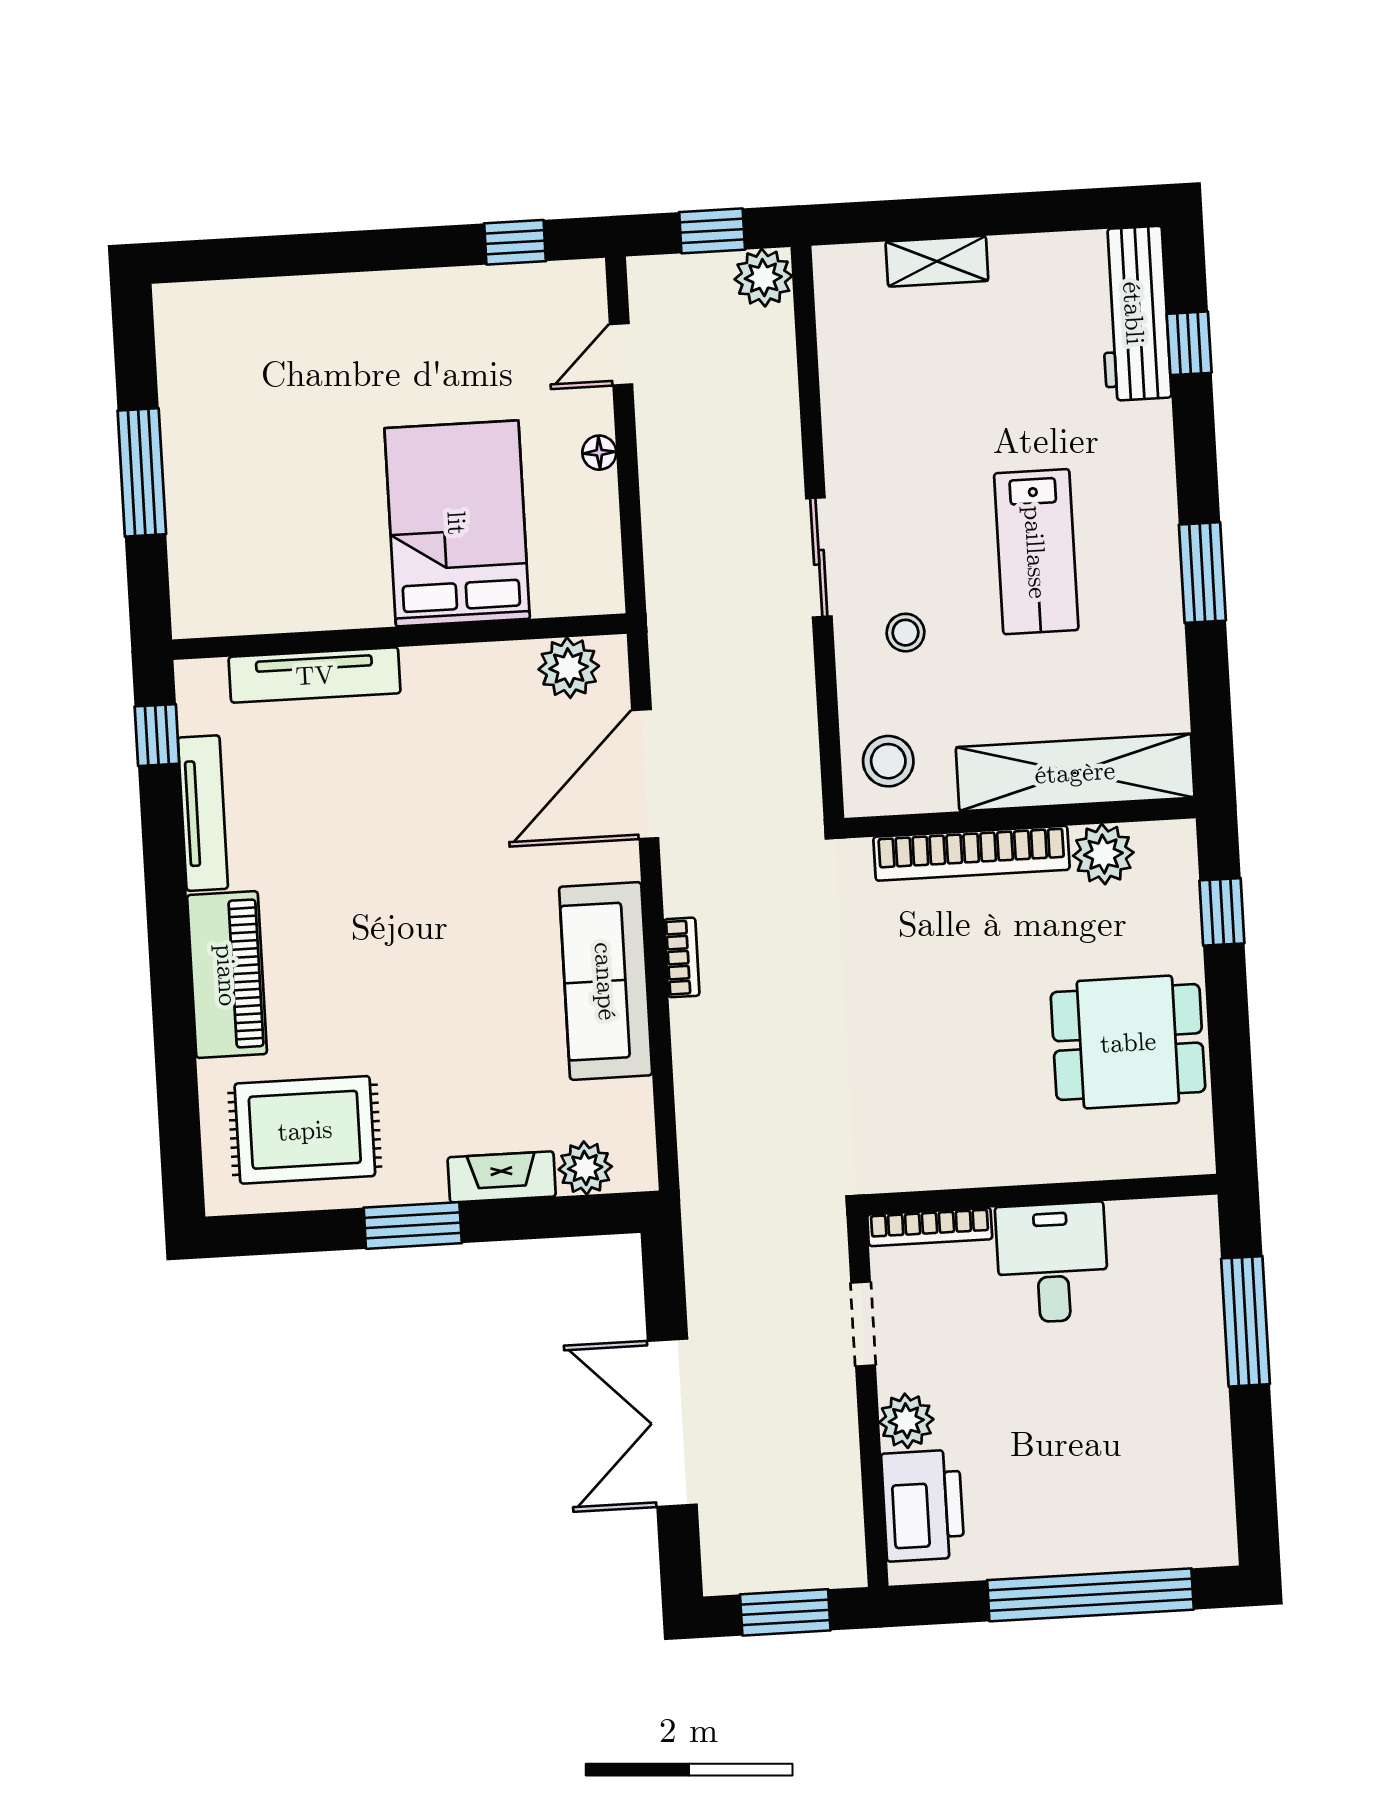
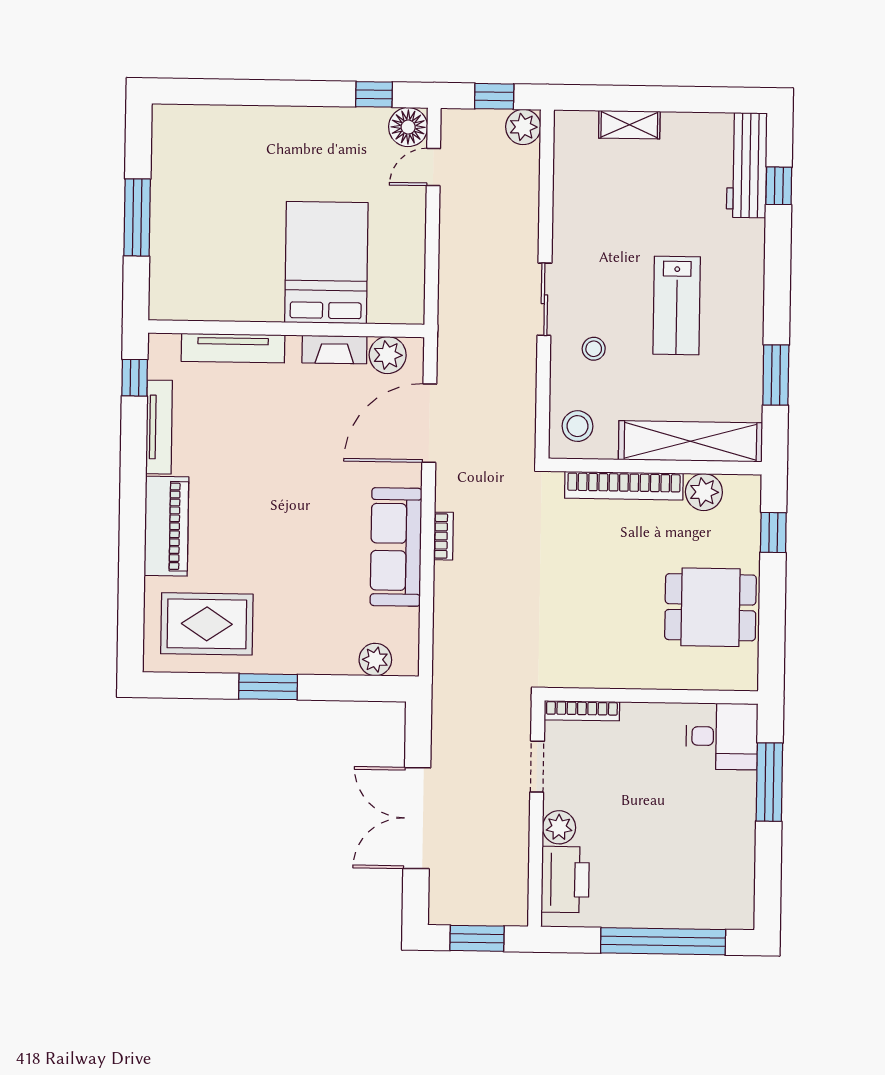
floor lamp: (599, 453) -> (408, 127), moved, width x1.89, depth x1.89
window: (1202, 573) -> (776, 375), moved
fireplace: (502, 1177) -> (334, 350), moved, turned 180
desk: (1052, 1263) -> (722, 736), moved, turned 90

